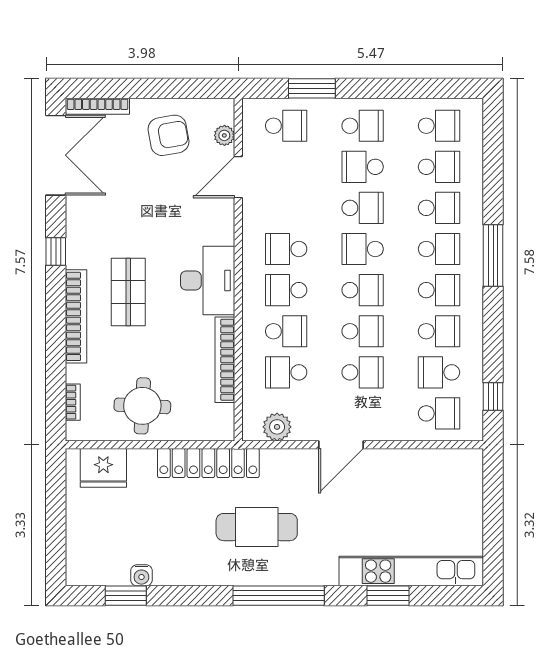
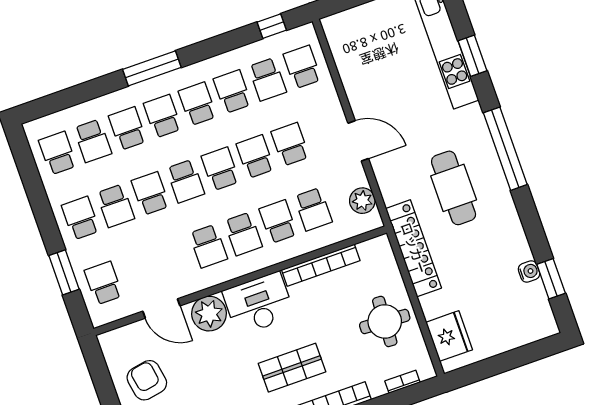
plant: (224, 135) -> (209, 314), moved, width x1.88, depth x1.88
school desk: (439, 167) -> (93, 141), turned 180

